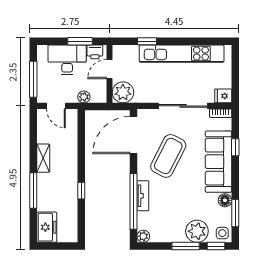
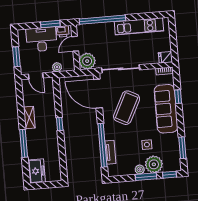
window: (147, 41) -> (102, 20), width x3.17
kitchen unit: (182, 54) -> (139, 26), width x0.73
window: (33, 79) -> (16, 57), width x0.69
sliding door: (183, 106) -> (121, 69), moved
door: (133, 135) -> (98, 94), hinge flipped
window: (81, 191) -> (60, 124), moved
tv unit: (143, 196) -> (110, 152), moved
floor lamp: (225, 200) -> (174, 138), removed
side table: (222, 233) -> (147, 145), moved
plant: (143, 236) -> (140, 169), moved

